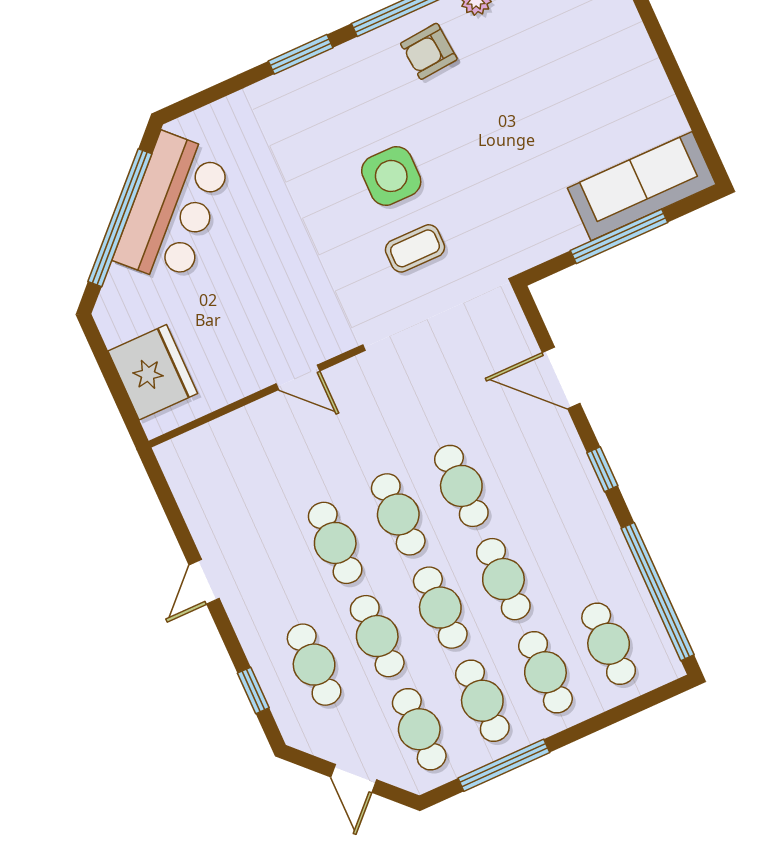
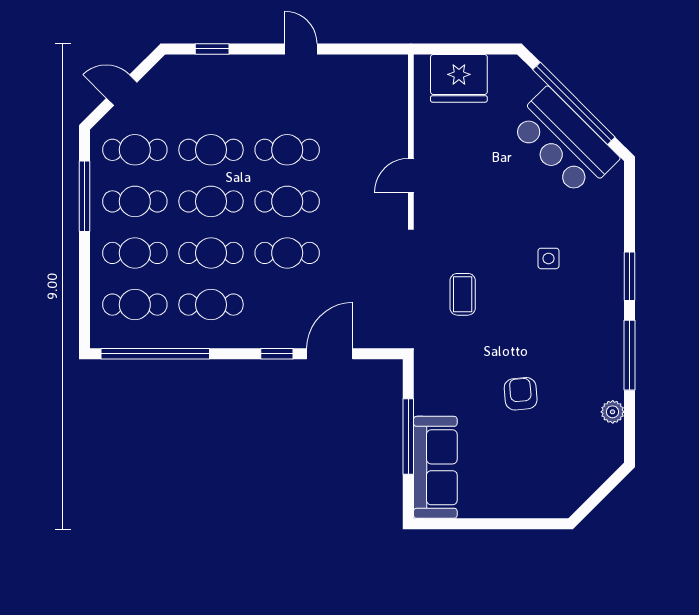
armchair: (429, 51) -> (521, 394), moved
side table: (391, 176) -> (548, 258), moved, width x0.54, depth x0.54
window: (602, 469) -> (277, 354), moved
cafe table: (314, 665) -> (211, 305), moved

